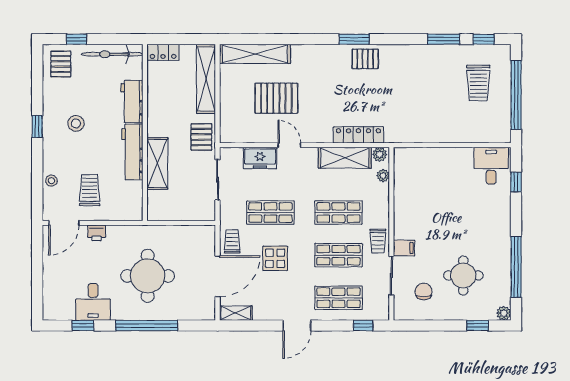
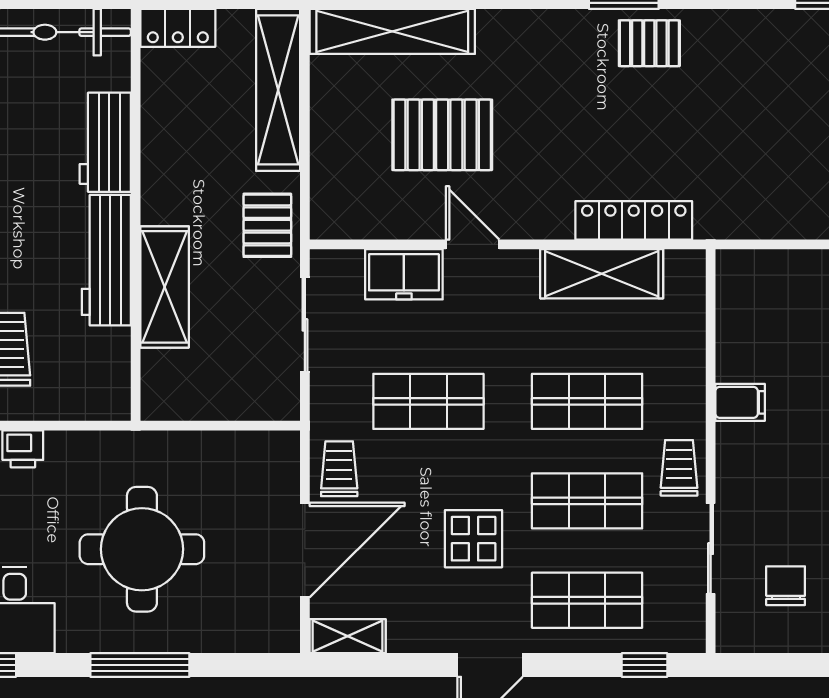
plant: (380, 154) -> (683, 266), removed
plant: (383, 176) -> (691, 315), removed
trolley: (378, 241) -> (679, 468), turned 180
filing cabinet: (404, 248) -> (740, 402), moved
display table: (275, 258) -> (474, 539), moved
window: (147, 326) -> (140, 665), width x0.68

